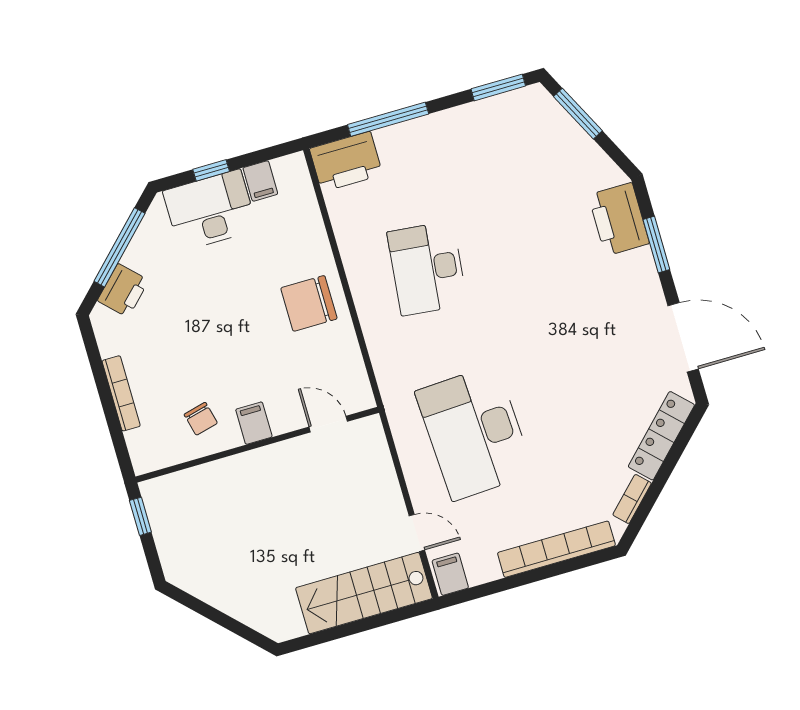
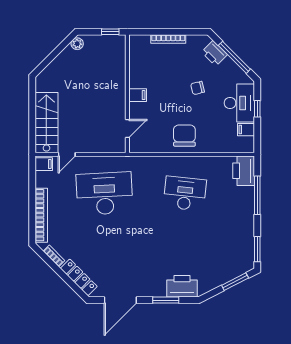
chair: (201, 419) -> (198, 88), moved
plant: (185, 577) -> (77, 44), added

